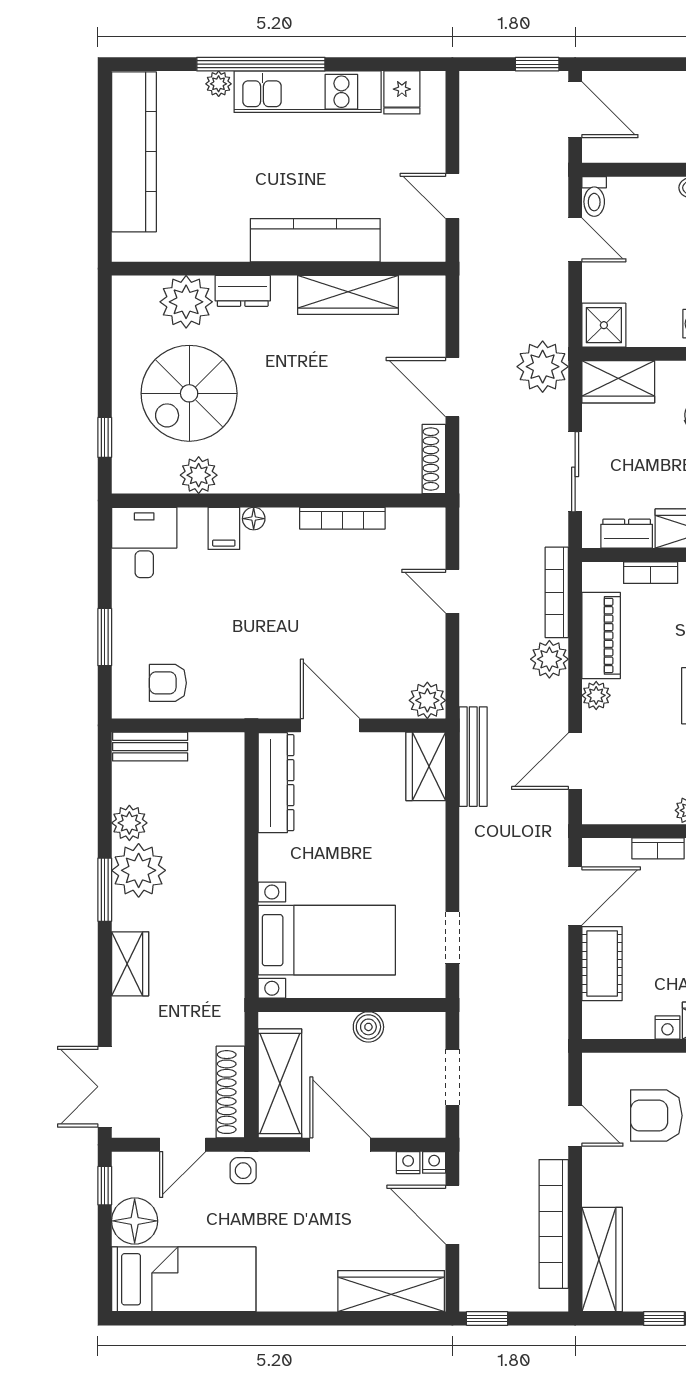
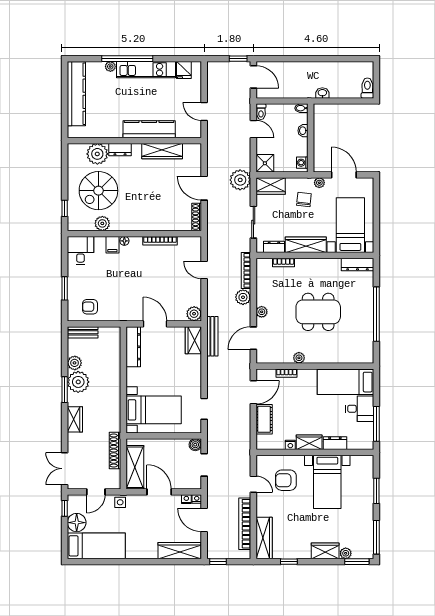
piano: (601, 635) -> (264, 288), removed
boiler: (368, 1027) -> (195, 445), moved
shoe rack: (230, 1092) -> (115, 451), moved

